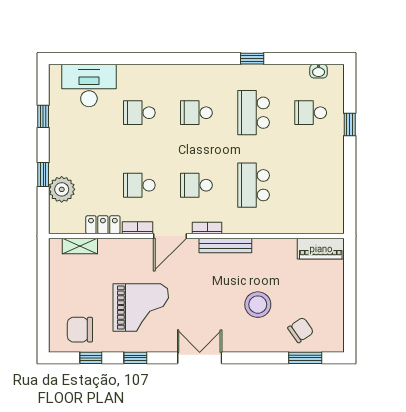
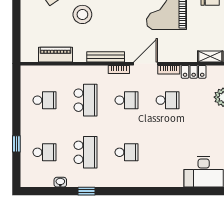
washbasin: (319, 71) -> (60, 182), moved
school desk: (139, 113) -> (44, 100), moved
piano: (321, 249) -> (55, 55), moved

